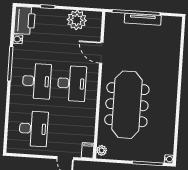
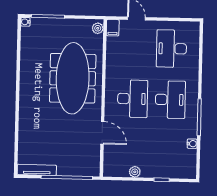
tv unit: (143, 19) -> (37, 170), moved
printer: (25, 20) -> (186, 164), removed
plant: (77, 20) -> (135, 172), width x0.53, depth x0.53
desk: (37, 81) -> (170, 100), turned 180
desk: (72, 83) -> (133, 99), turned 180

